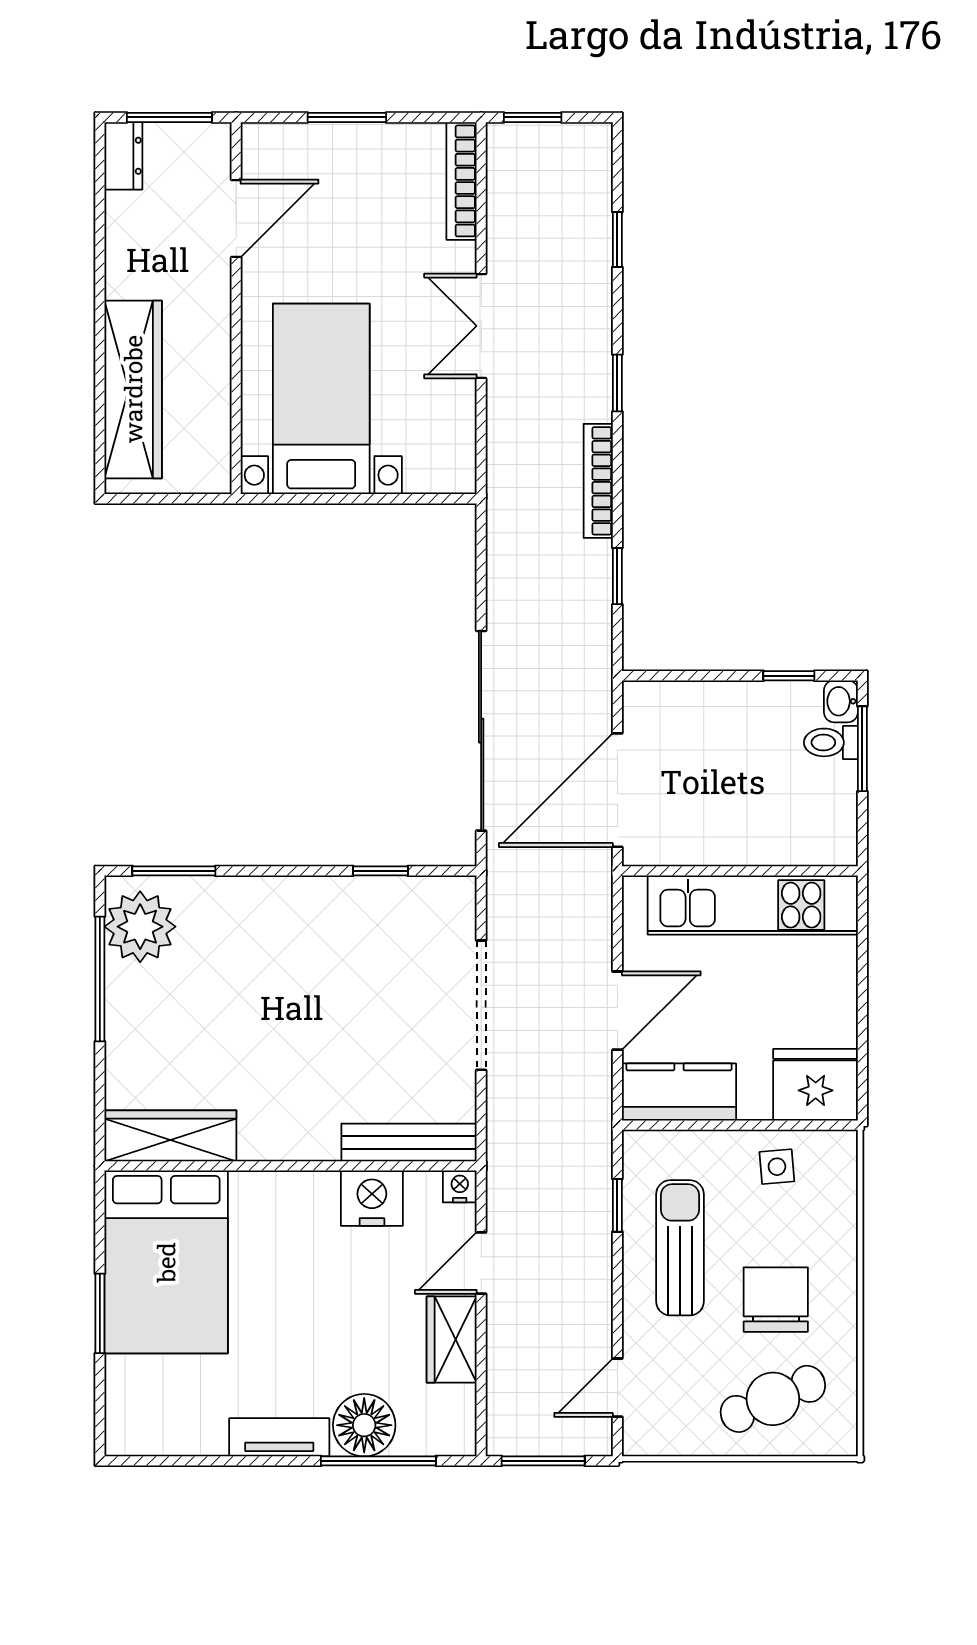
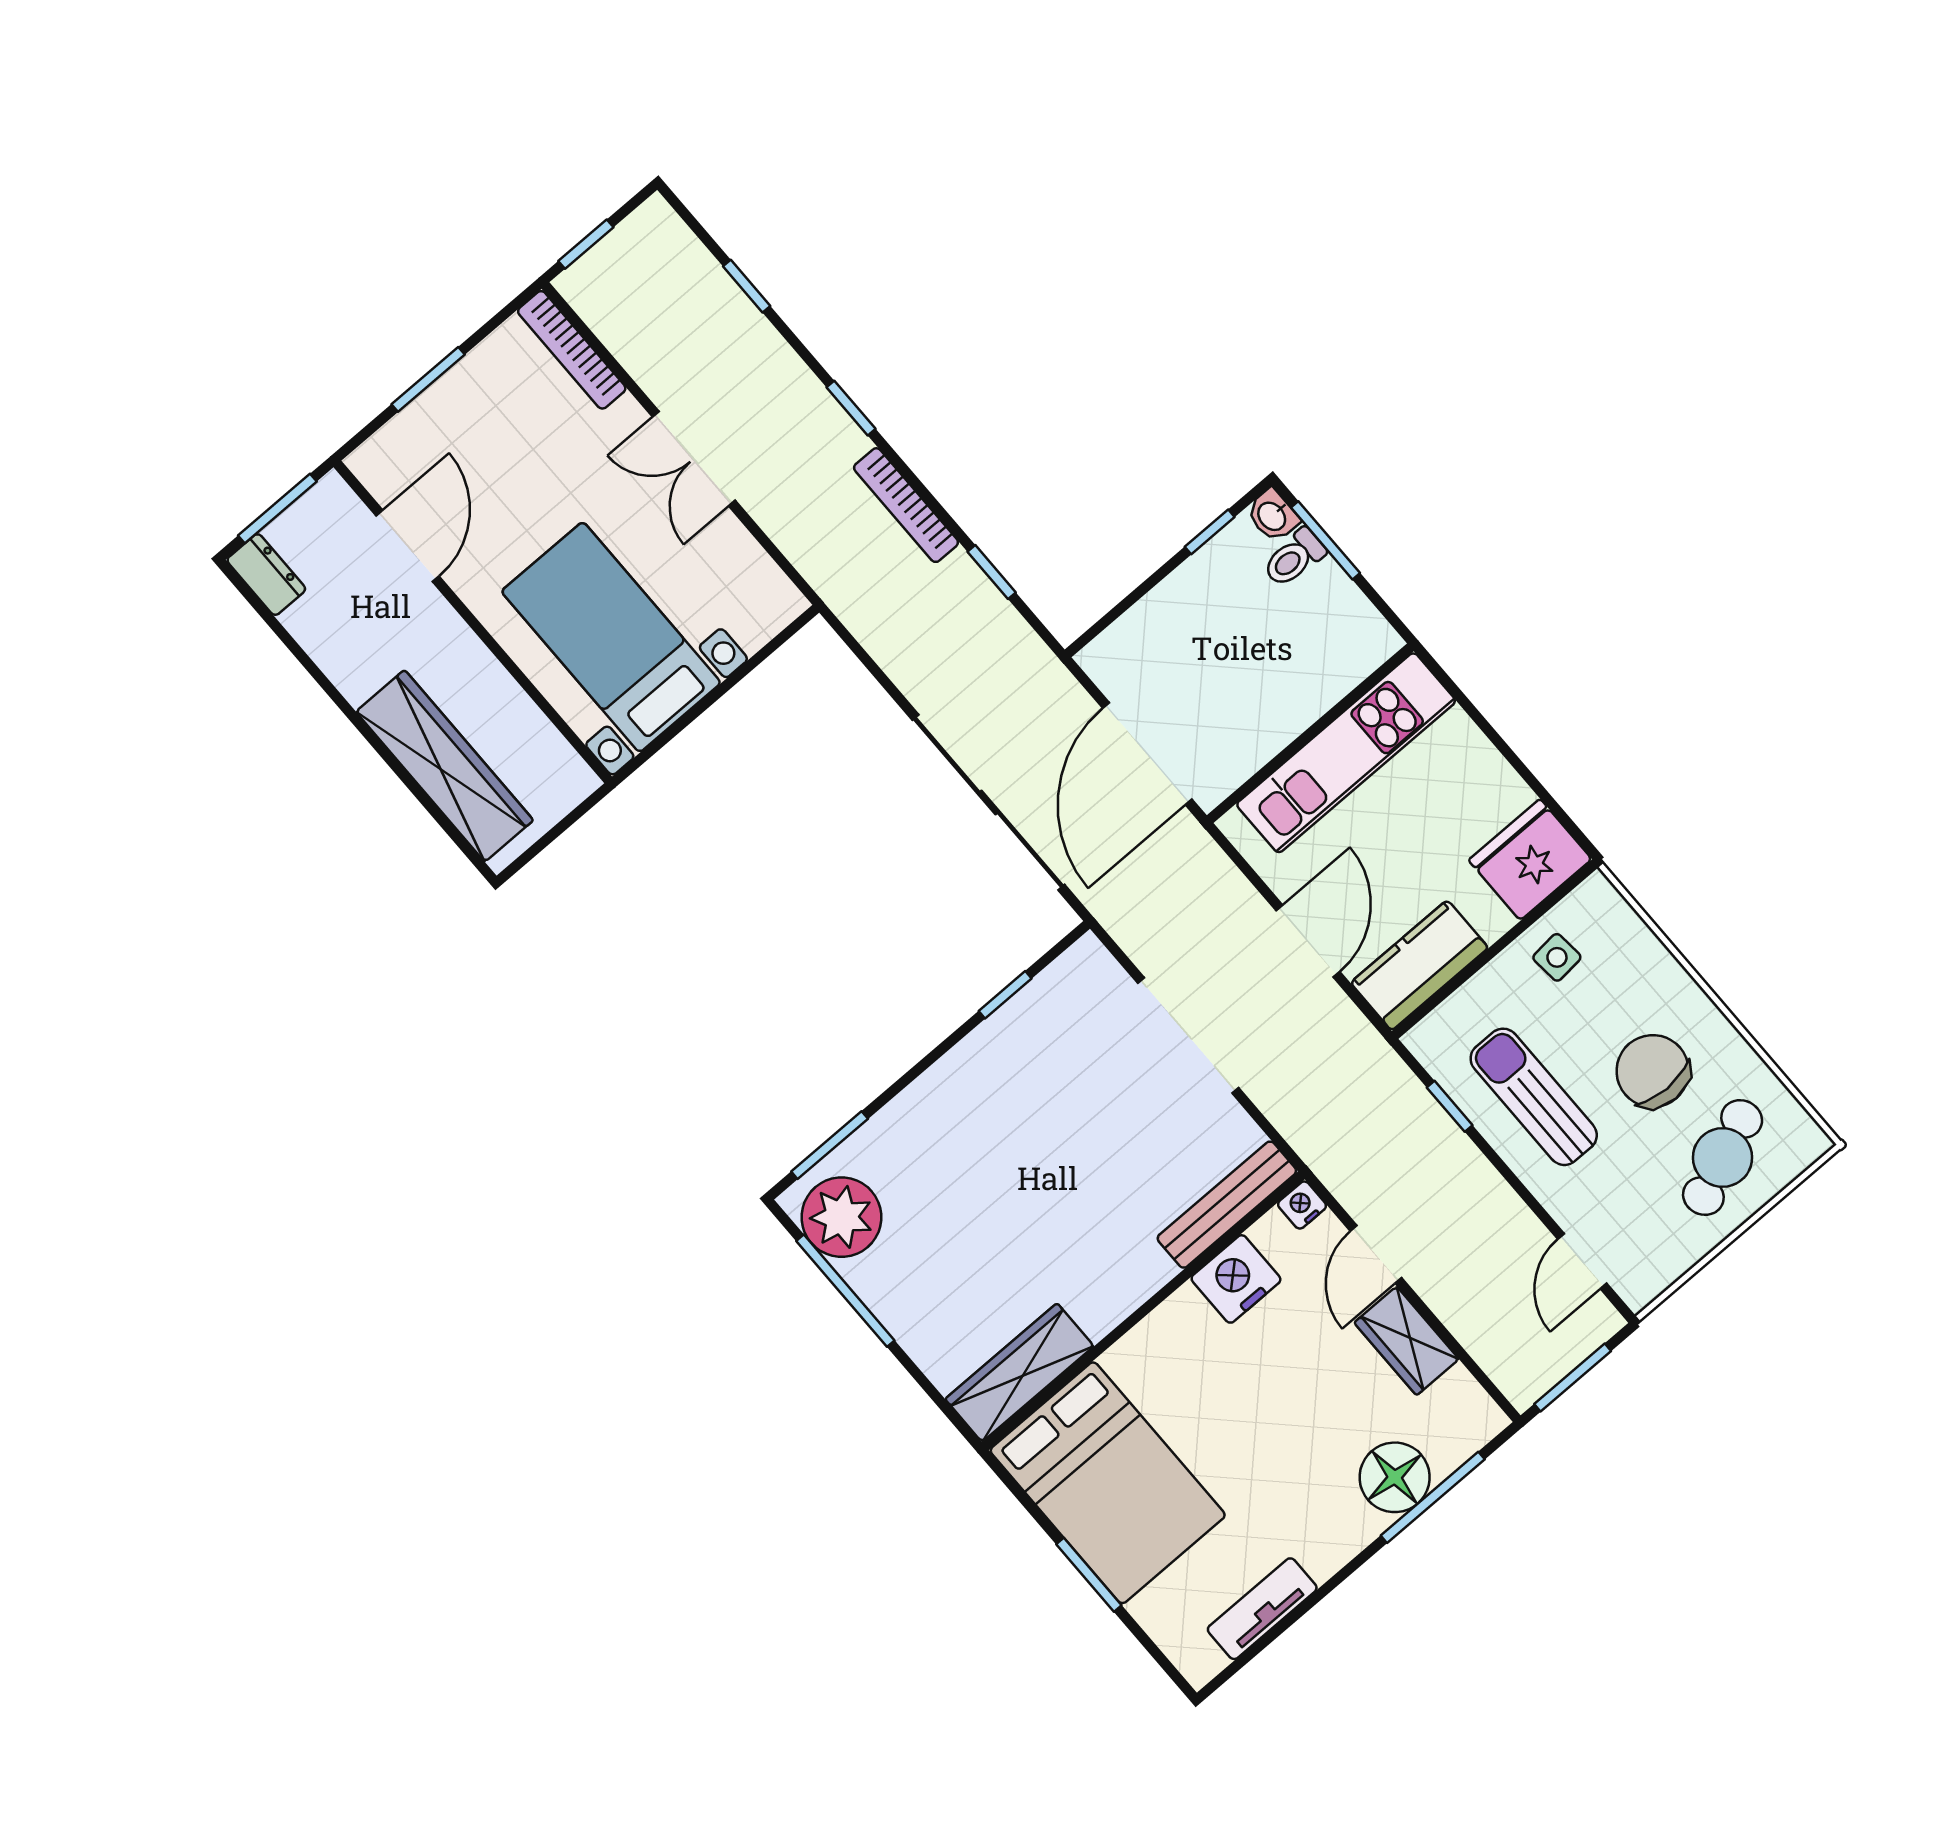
tv unit: (279, 1437) -> (1262, 1609), moved

